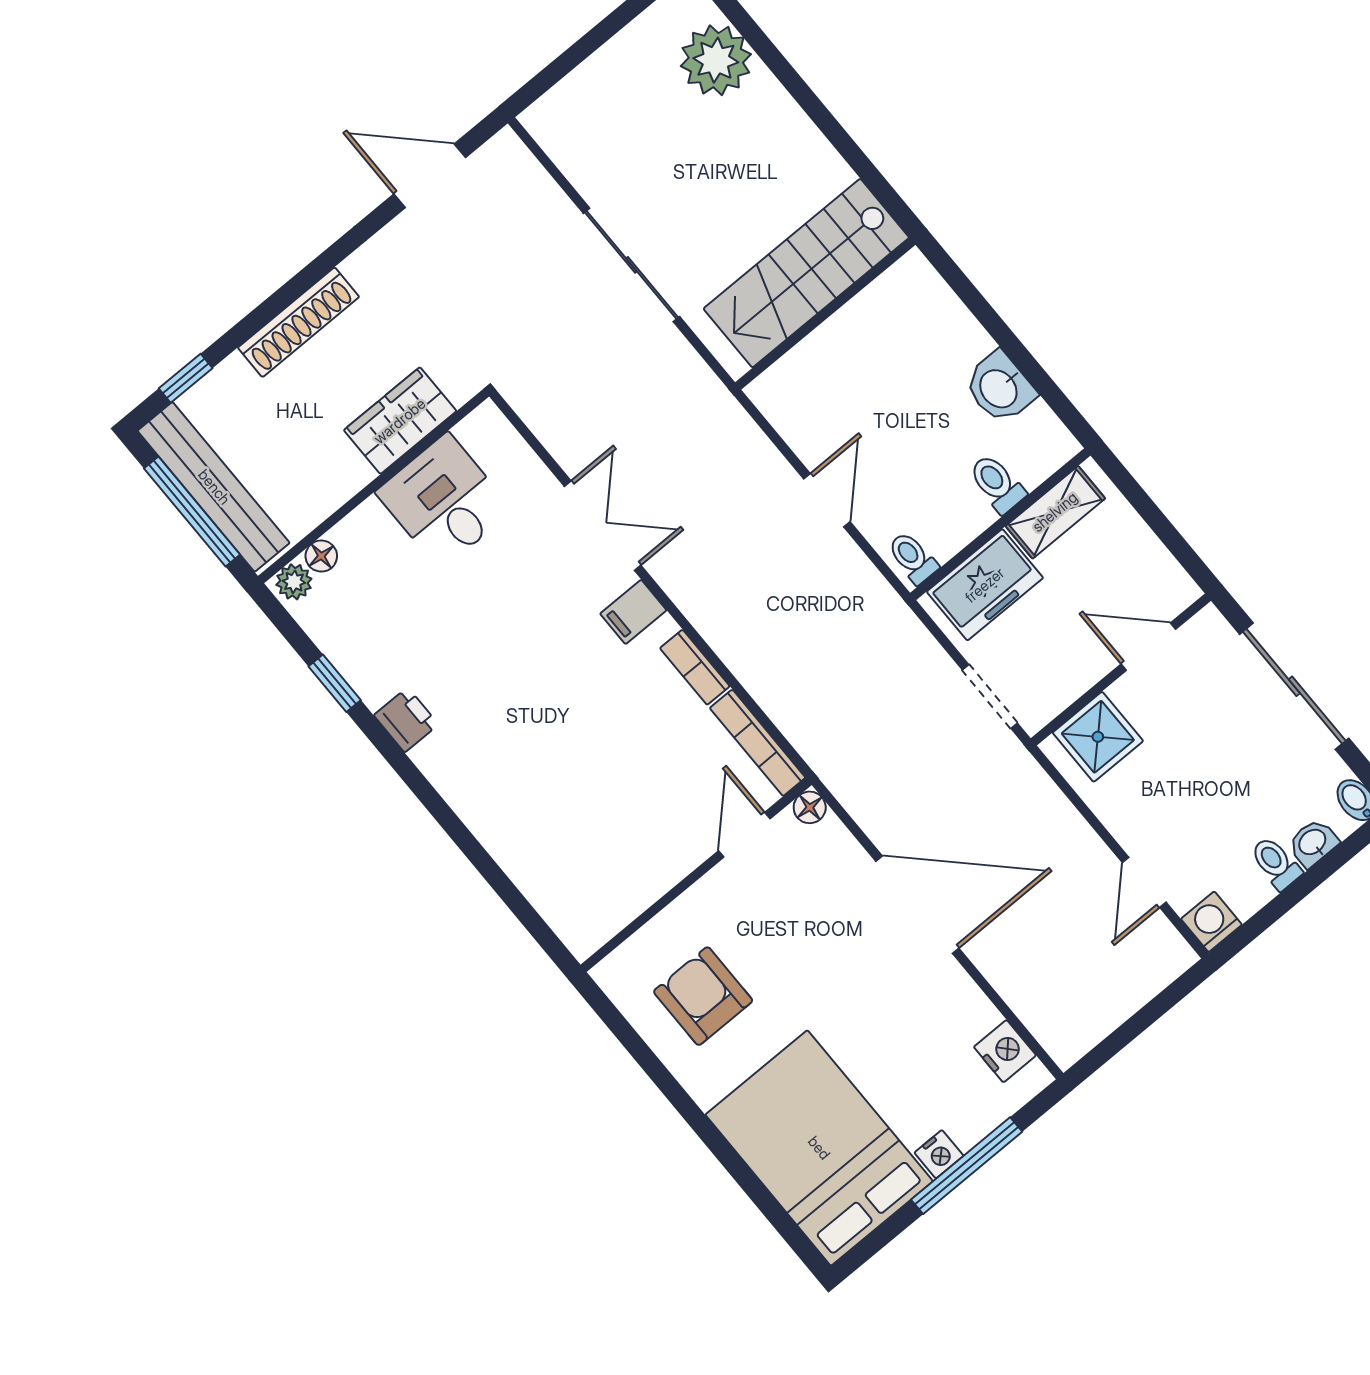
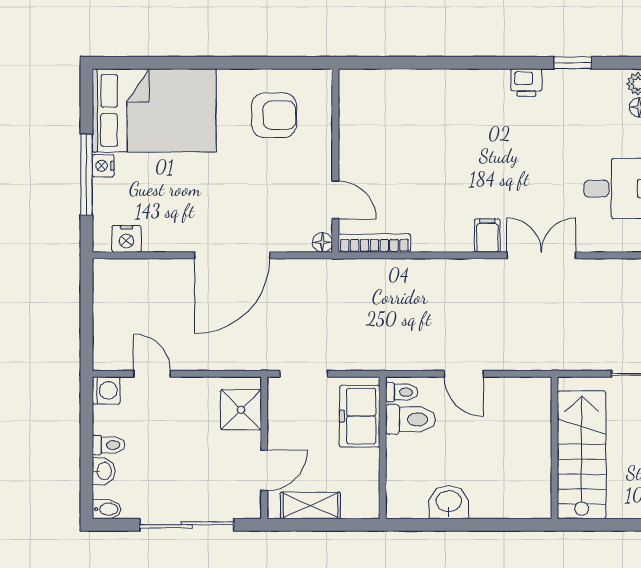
toilet: (997, 484) -> (411, 419), moved, width x1.37, depth x1.39
shelving: (1055, 512) -> (310, 506), moved, turned 90
double door: (603, 526) -> (541, 255), swing flipped
bookcase: (695, 667) -> (436, 243), removed

